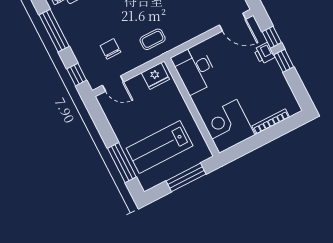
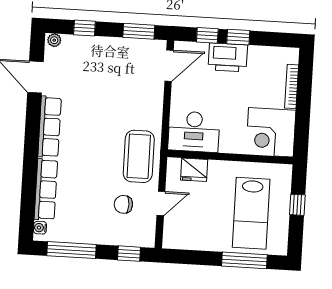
coffee table: (153, 39) -> (139, 156), width x1.86, depth x1.72
printer: (264, 53) -> (228, 57), width x1.87, depth x1.48
fridge: (155, 76) -> (194, 170), moved, turned 90
door: (113, 84) -> (161, 203), moved
window: (186, 177) -> (297, 205), width x0.46

